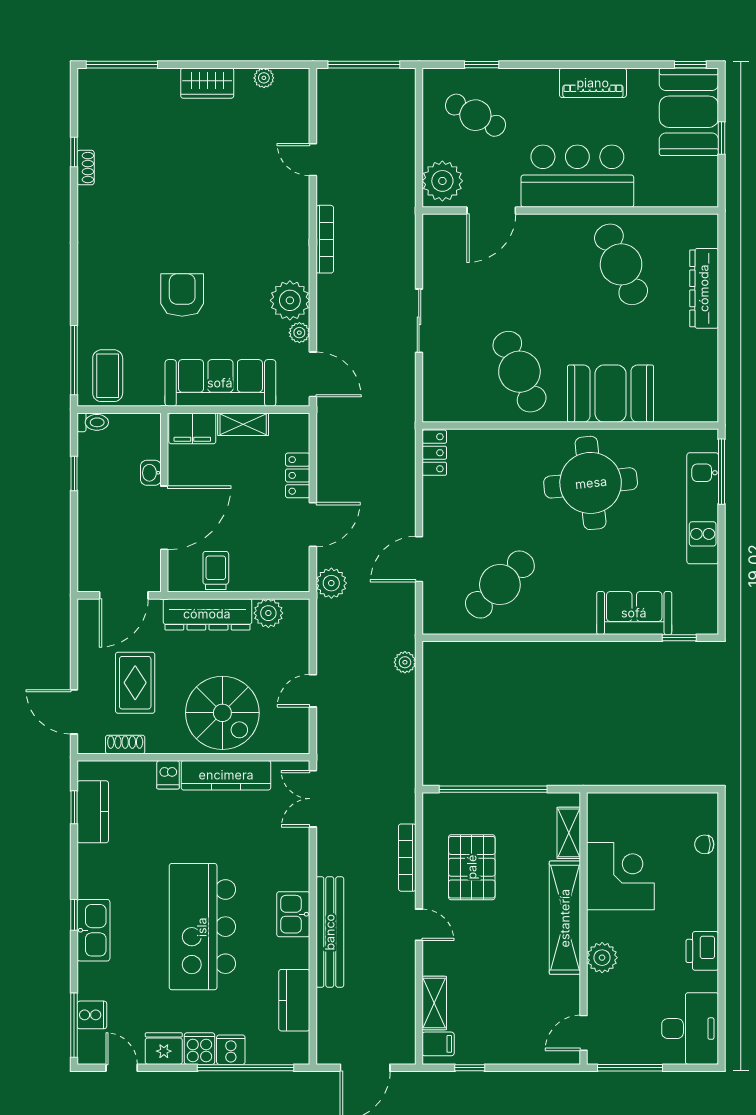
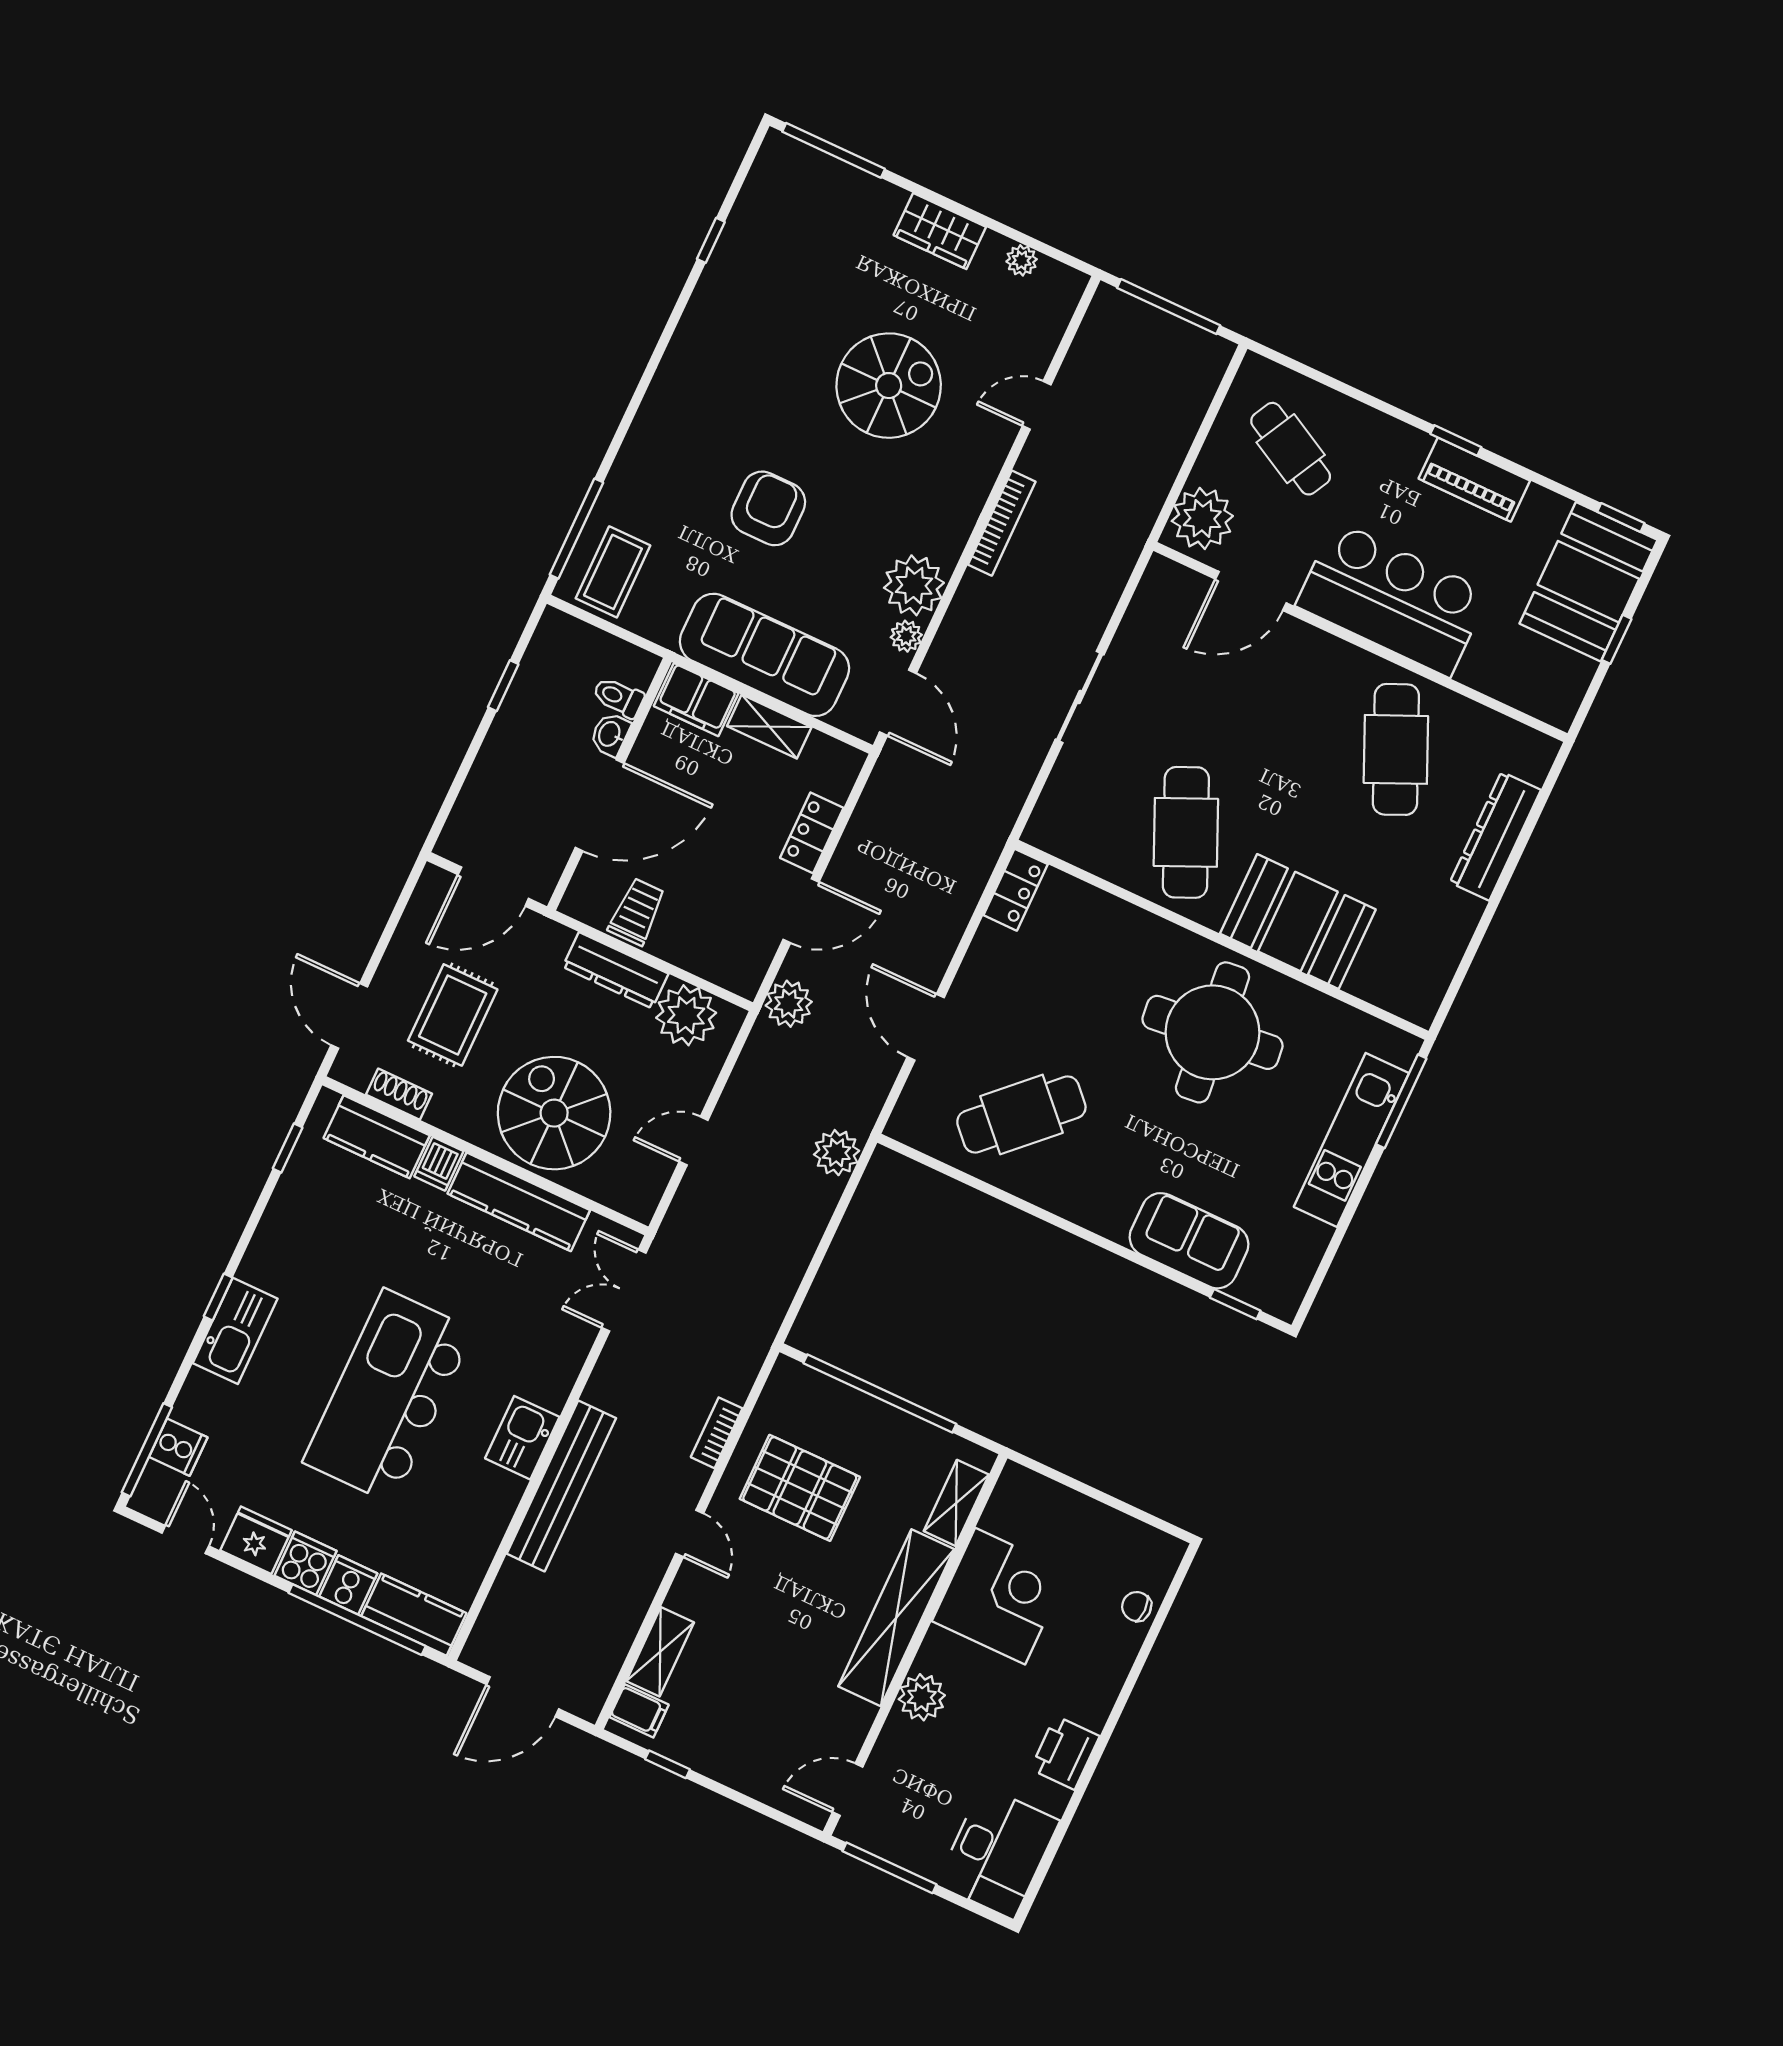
window: (482, 65) -> (1456, 440), moved
door: (313, 160) -> (1037, 405), hinge flipped
shoe rack: (86, 168) -> (717, 269), removed
spiral stairs: (220, 189) -> (889, 386), added
toilet: (93, 422) -> (618, 697), moved, turned 180
door: (419, 559) -> (926, 1027), hinge flipped
plant: (268, 613) -> (686, 1015), width x1.36, depth x1.36
dresser: (207, 614) -> (615, 970), width x0.73, depth x0.80
plant: (405, 662) -> (837, 1153), width x1.38, depth x1.38
spiral stairs: (222, 713) -> (554, 1113), turned 180
kitchen counter: (93, 812) -> (377, 1137), moved, turned 90
bookcase: (407, 858) -> (717, 1433), width x0.64
pallet: (472, 867) -> (800, 1488), turned 90
kitchen counter: (294, 1000) -> (414, 1615), moved, turned 90

